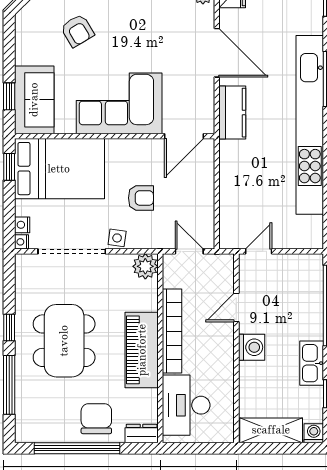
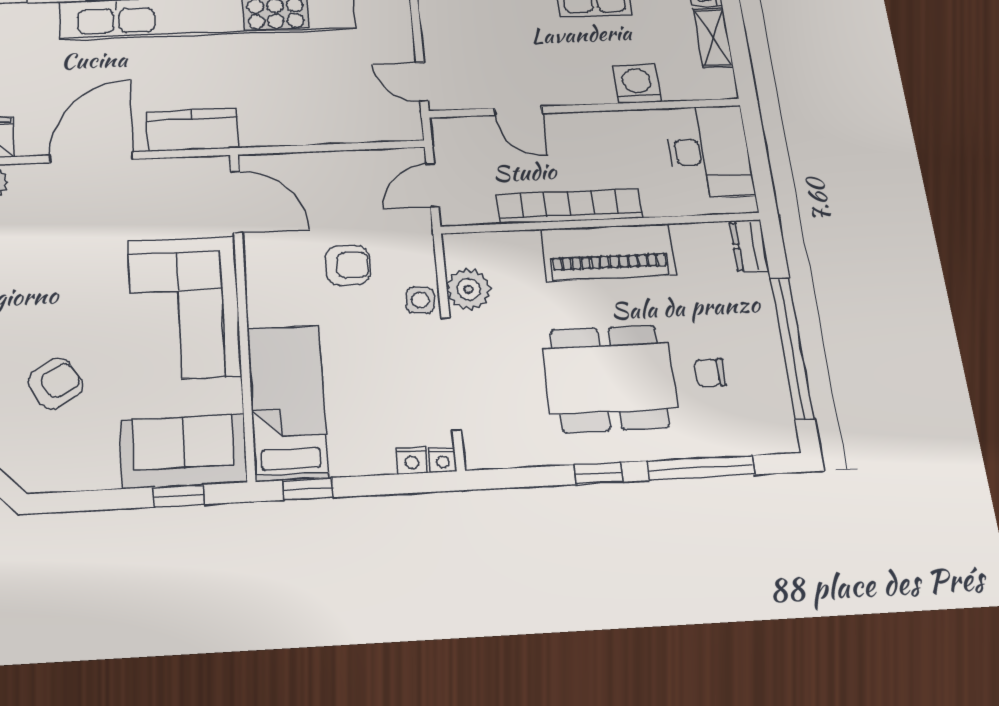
bed: (59, 169) -> (287, 402), width x0.67
armchair: (141, 198) -> (348, 265), turned 90
plant: (145, 266) -> (469, 289), moved
washing machine: (252, 347) -> (637, 84), moved
desk: (186, 405) -> (709, 151), moved, turned -90
chair: (96, 419) -> (710, 373), moved, width x0.54, depth x0.54
shelving: (271, 430) -> (713, 38), width x0.67, depth x0.75

